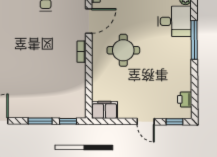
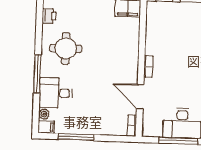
door: (89, 21) -> (140, 97), hinge flipped
round table: (123, 50) -> (66, 48), moved

